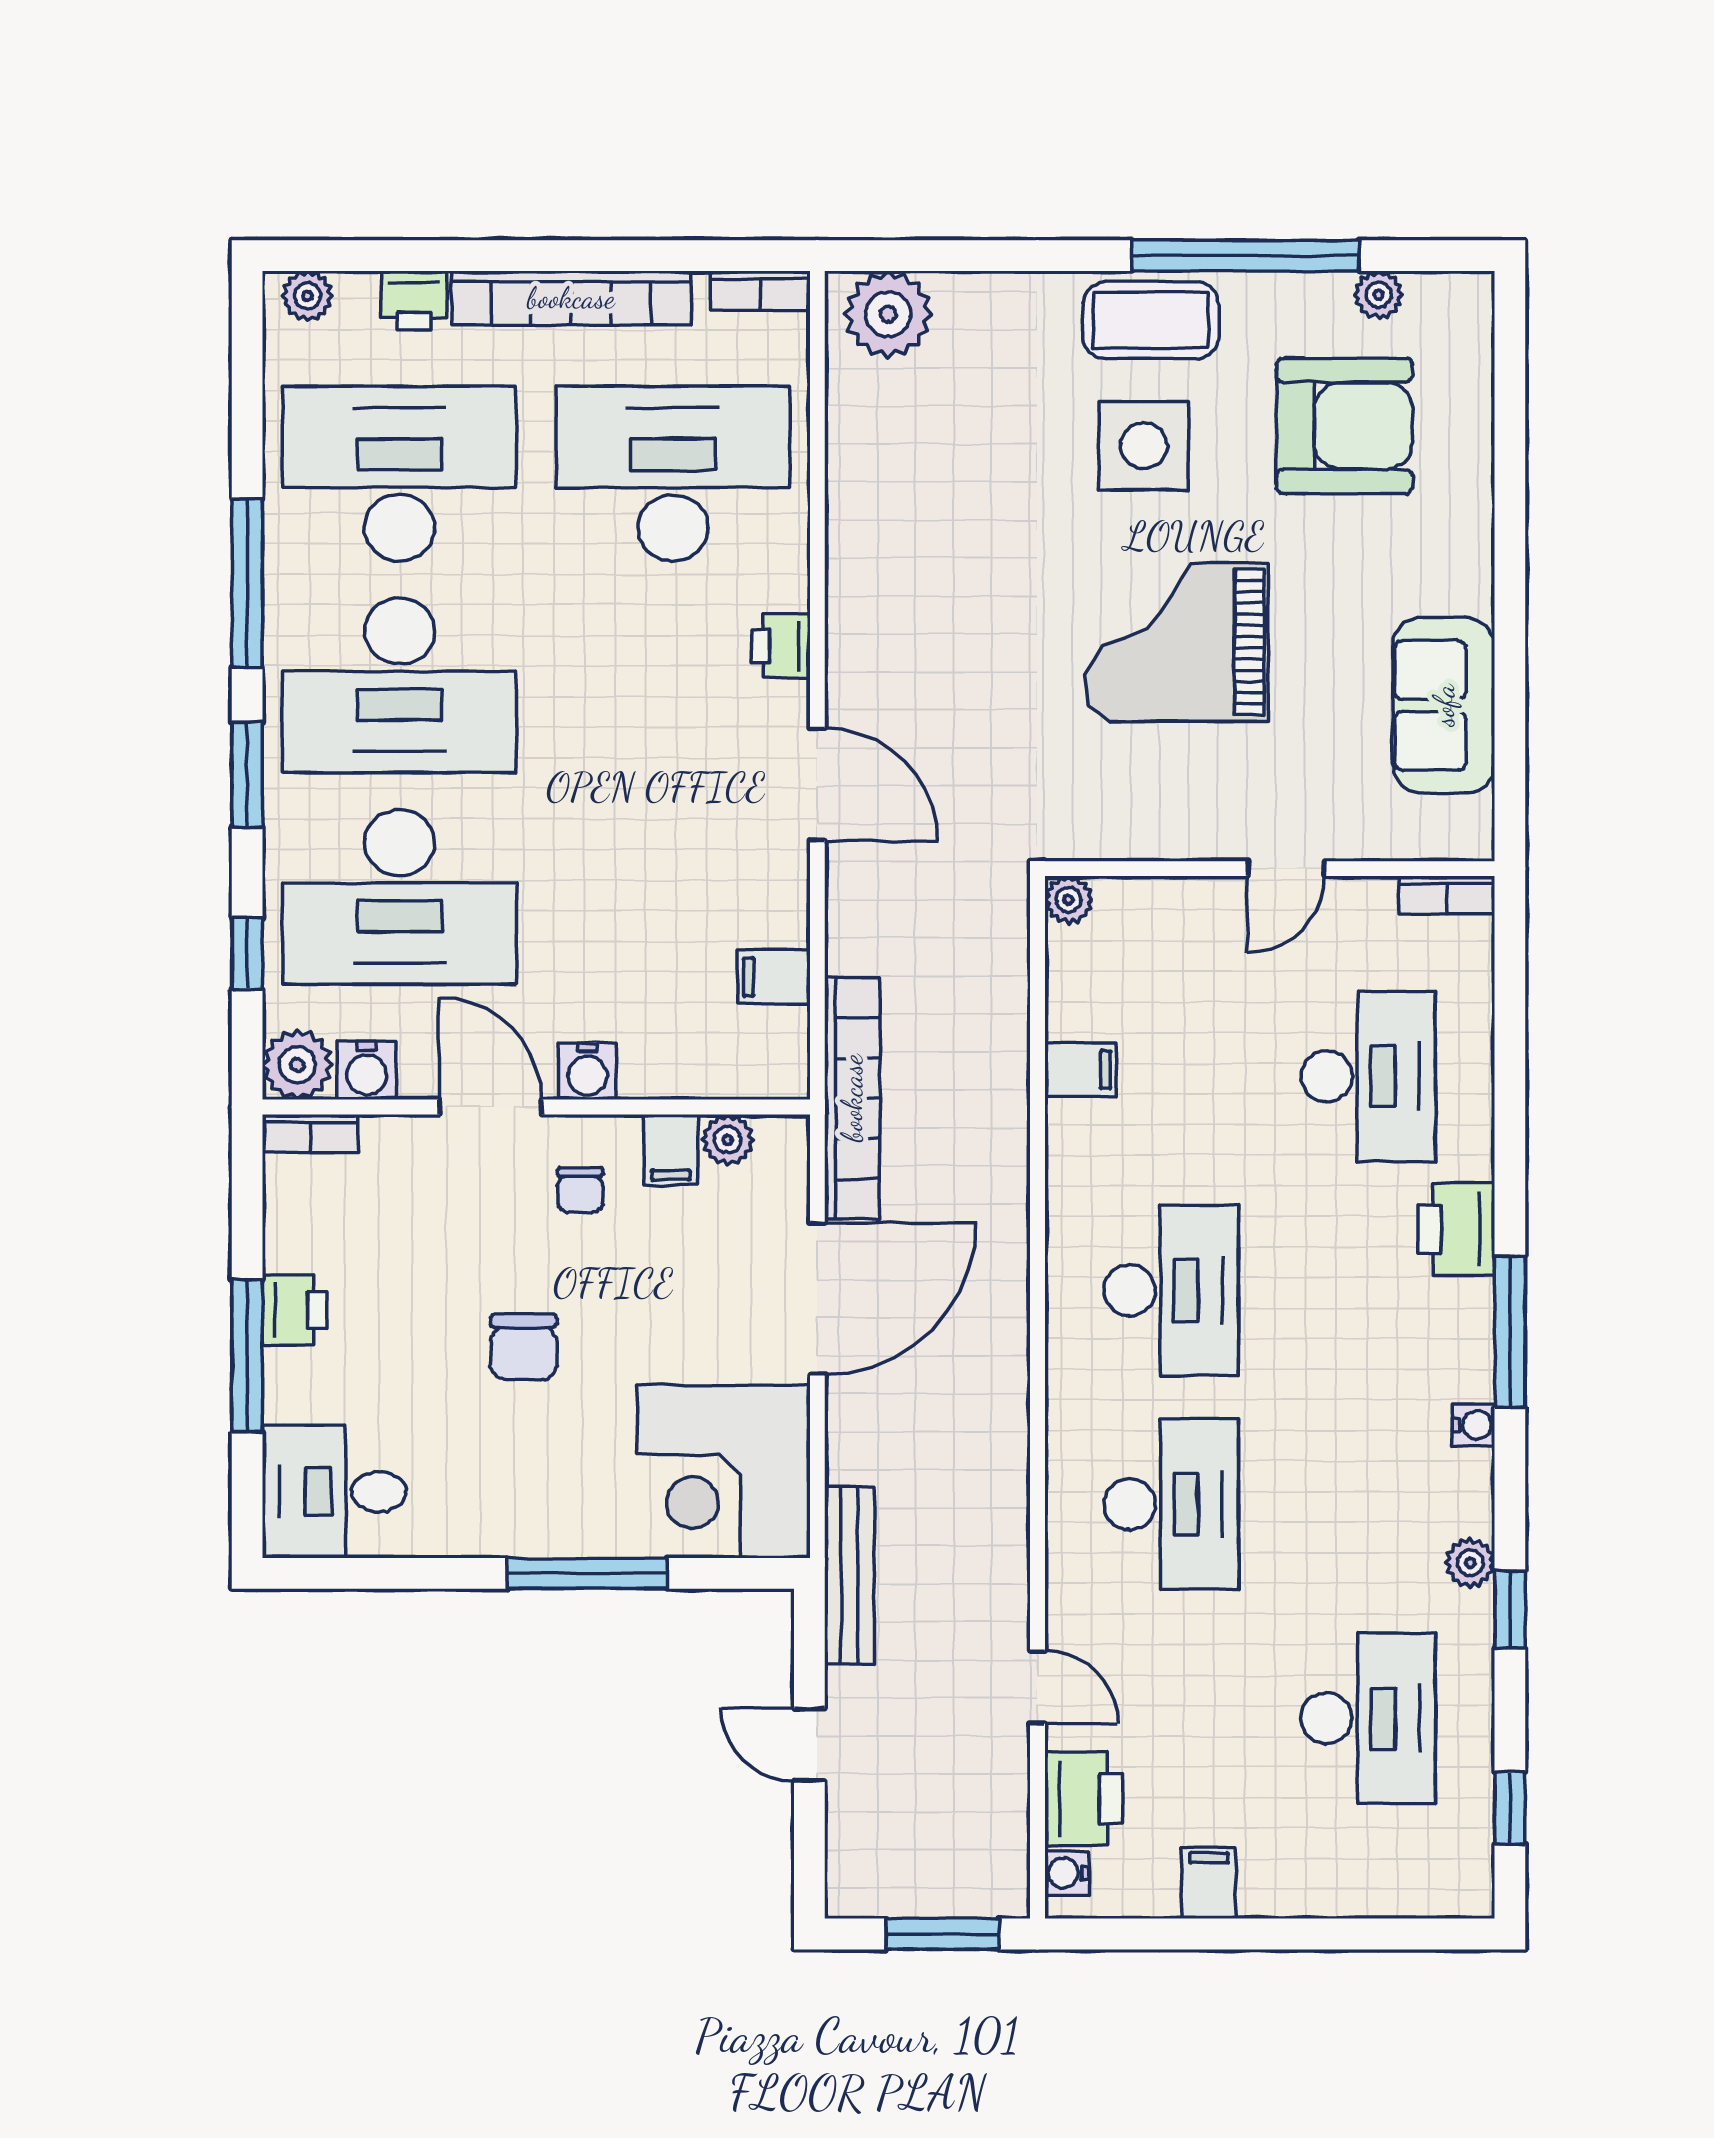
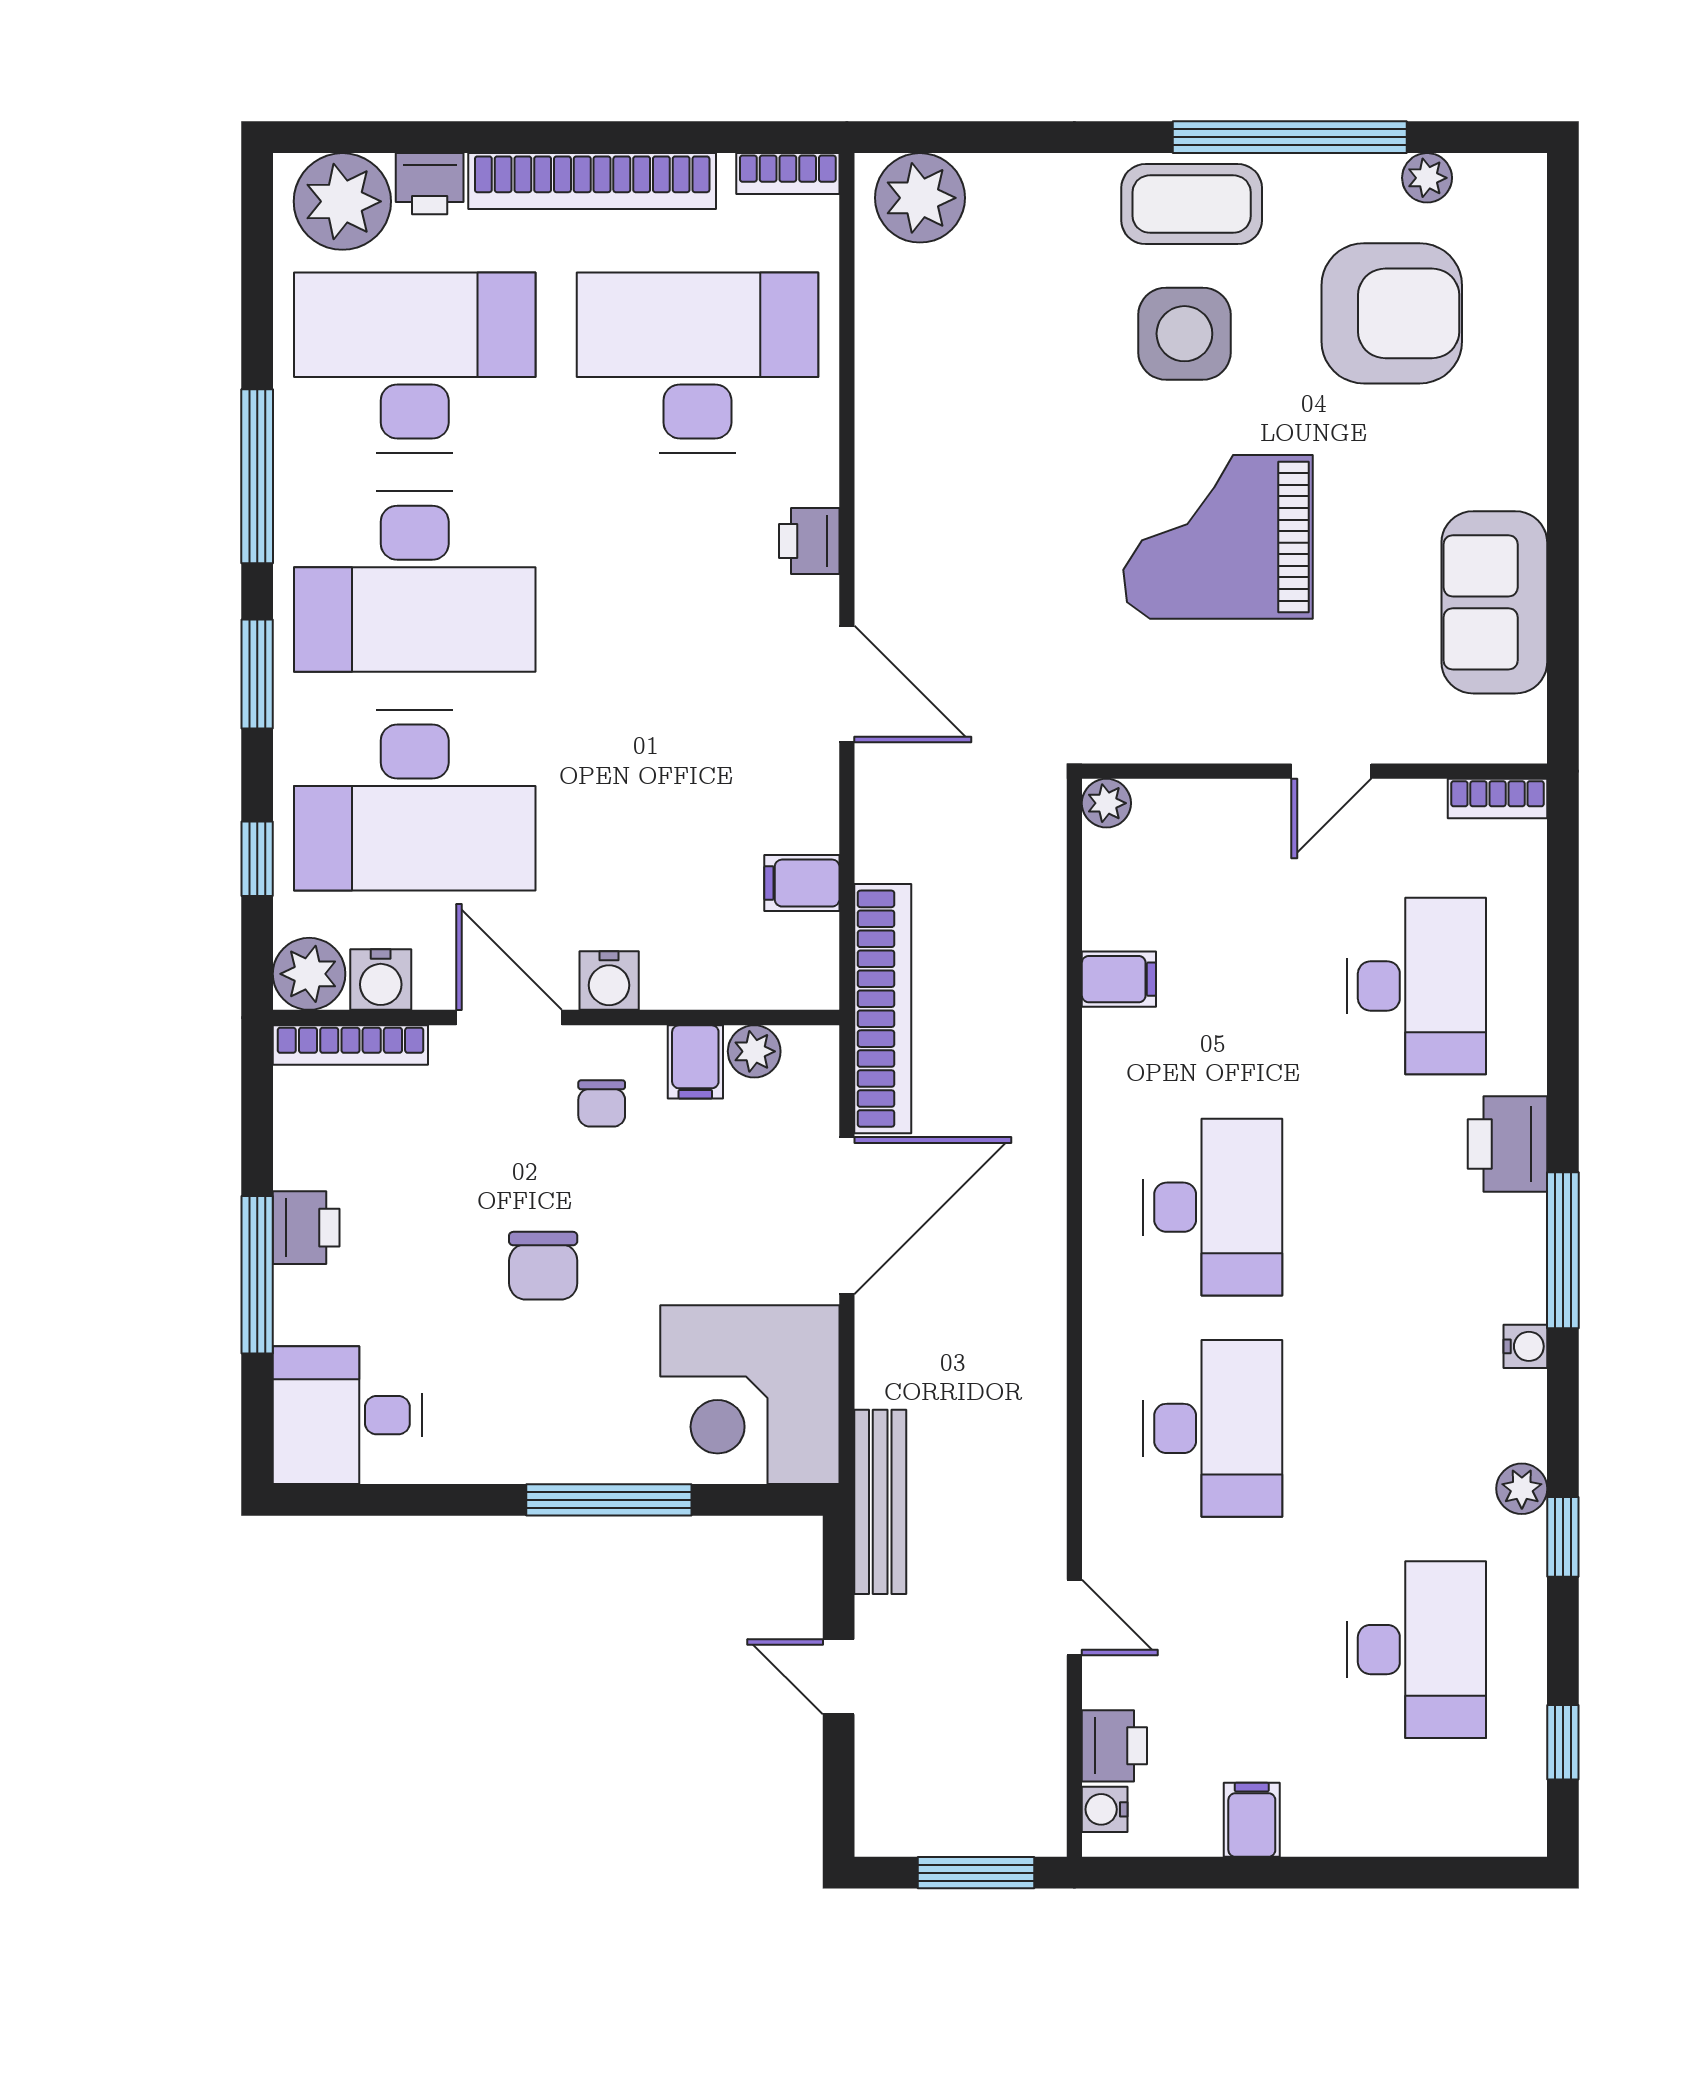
plant: (308, 296) -> (342, 201), width x1.88, depth x1.88
bookcase: (310, 1134) -> (350, 1045), width x1.56
printer: (1084, 1799) -> (1114, 1746), width x0.73, depth x0.81

